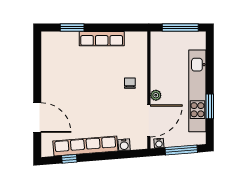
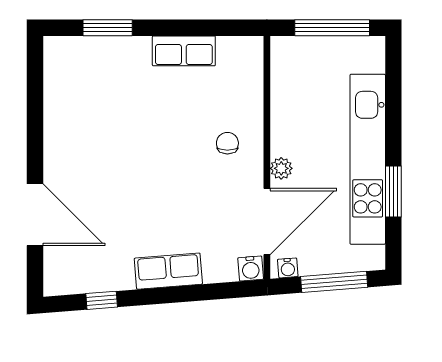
row of seats: (102, 39) -> (184, 51), width x0.68
water cooler: (124, 145) -> (251, 268), moved
row of seats: (85, 146) -> (168, 271), width x0.50

